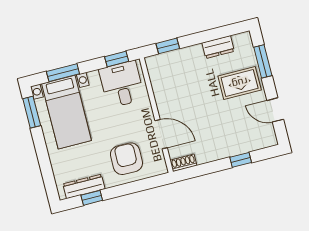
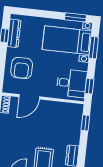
armchair: (126, 159) -> (22, 68), turned 90

